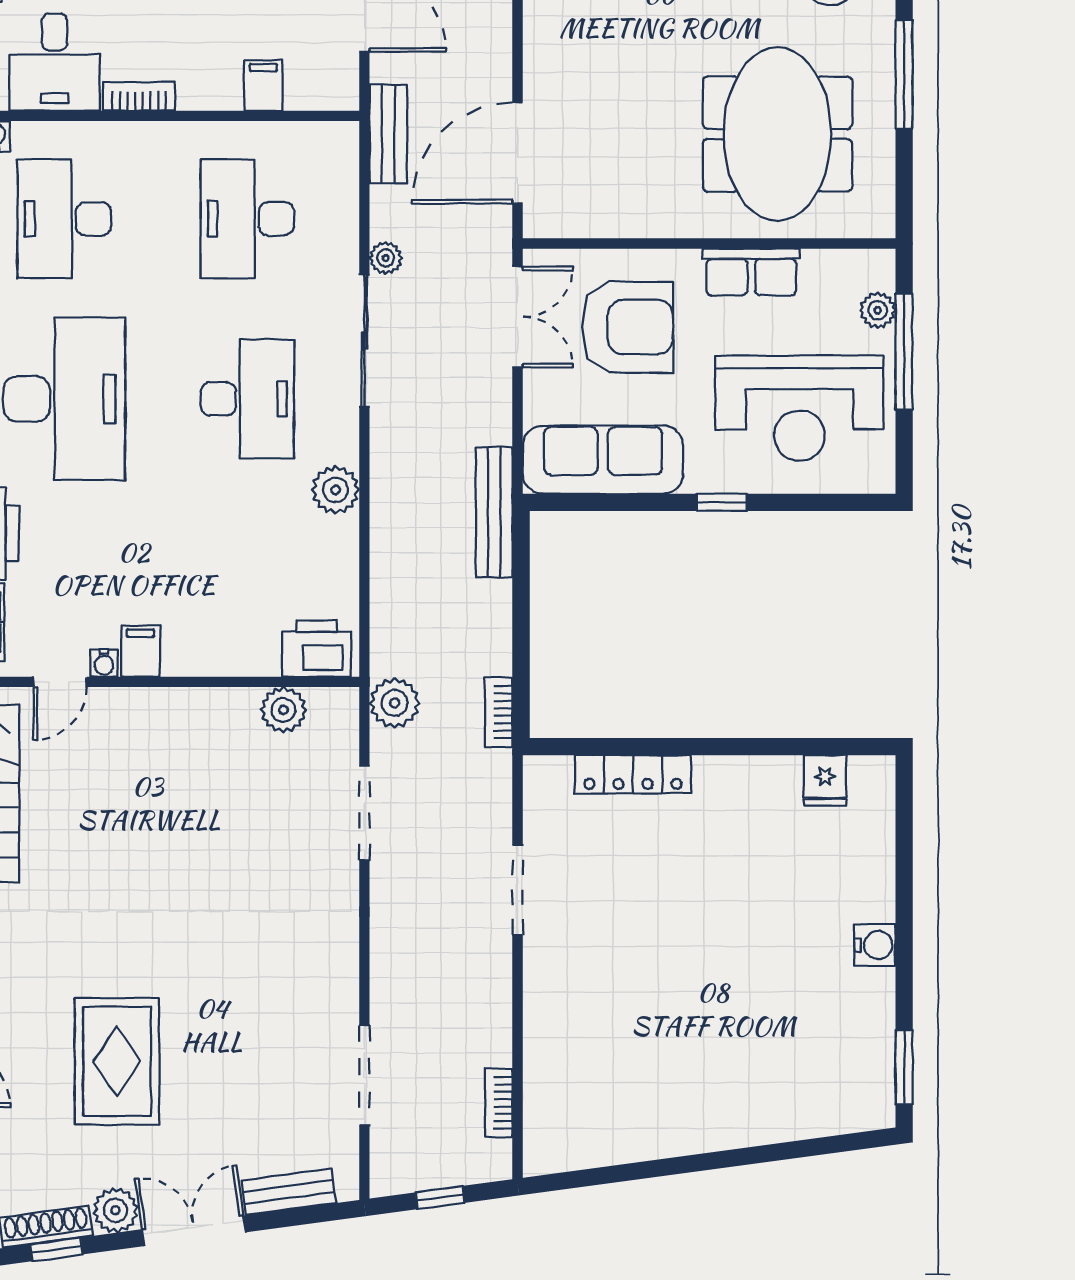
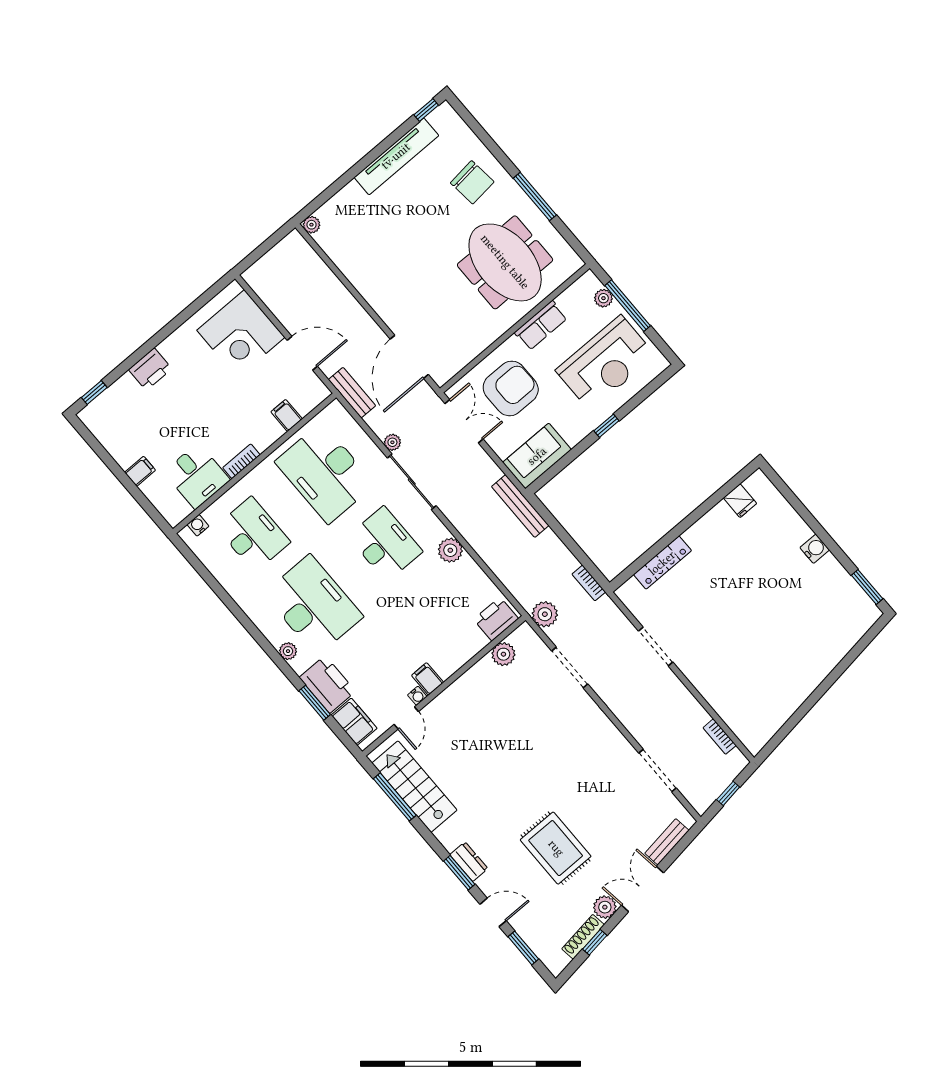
desk: (64, 219) -> (253, 534), turned 180
desk: (247, 219) -> (325, 473), width x1.36, depth x1.30
sofa: (603, 460) -> (537, 456), width x0.73

